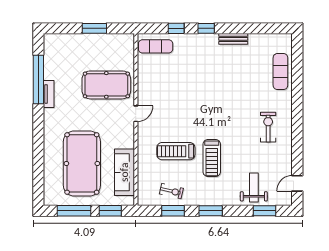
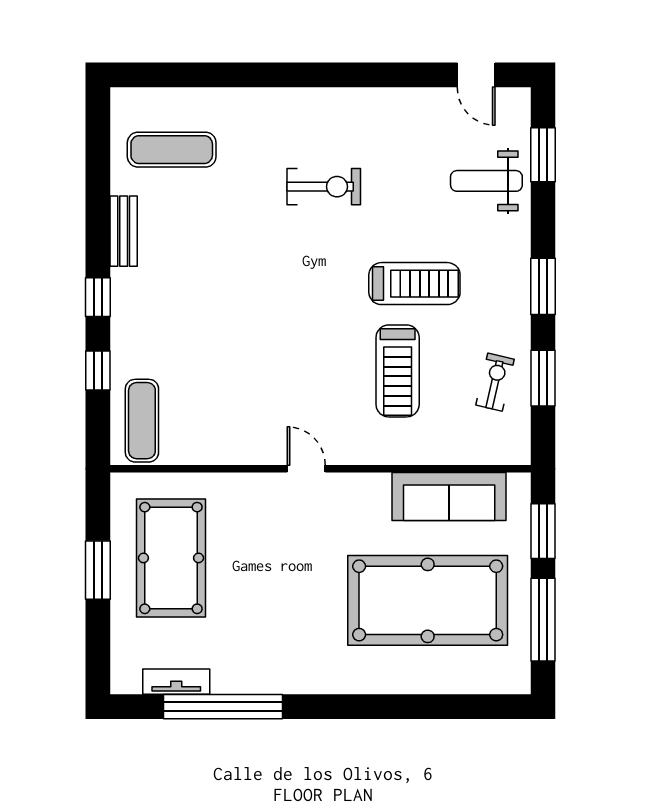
exercise mat: (280, 72) -> (172, 150), moved
pool table: (106, 85) -> (171, 558), moved
tv unit: (49, 94) -> (176, 682), moved
exercise bike: (268, 127) -> (324, 187), moved, turned 180

